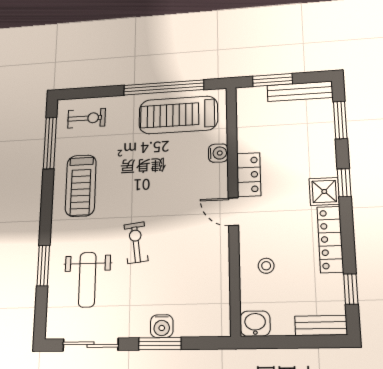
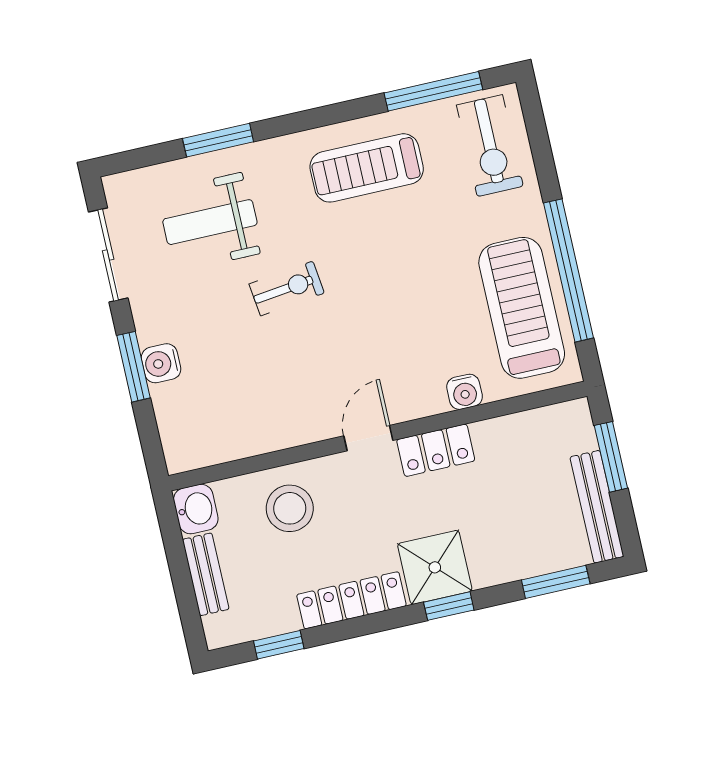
exercise bike: (87, 118) -> (490, 146), width x1.38, depth x1.39
shower: (324, 191) -> (435, 567), width x1.36, depth x1.36
stool: (266, 266) -> (290, 508), width x1.89, depth x1.89
bench: (321, 325) -> (206, 574), moved

